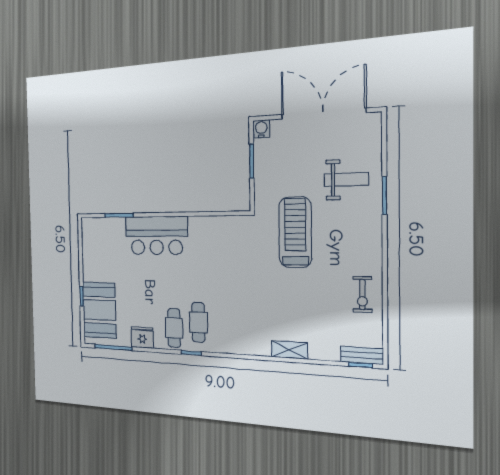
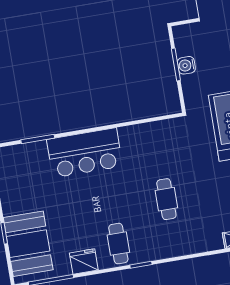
water cooler: (261, 129) -> (186, 65), moved, turned -90
cafe table: (198, 322) -> (166, 199), moved

